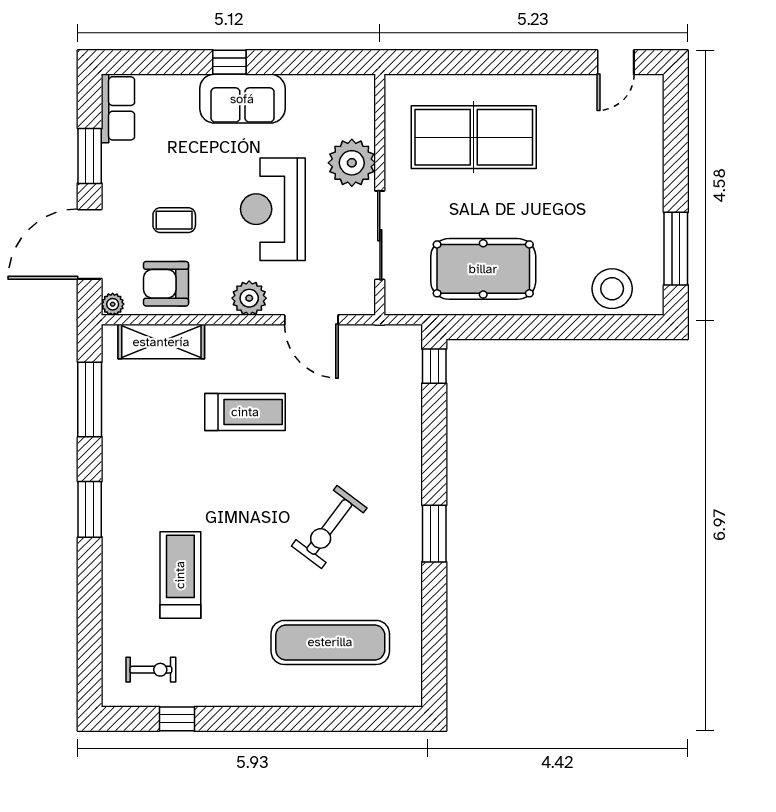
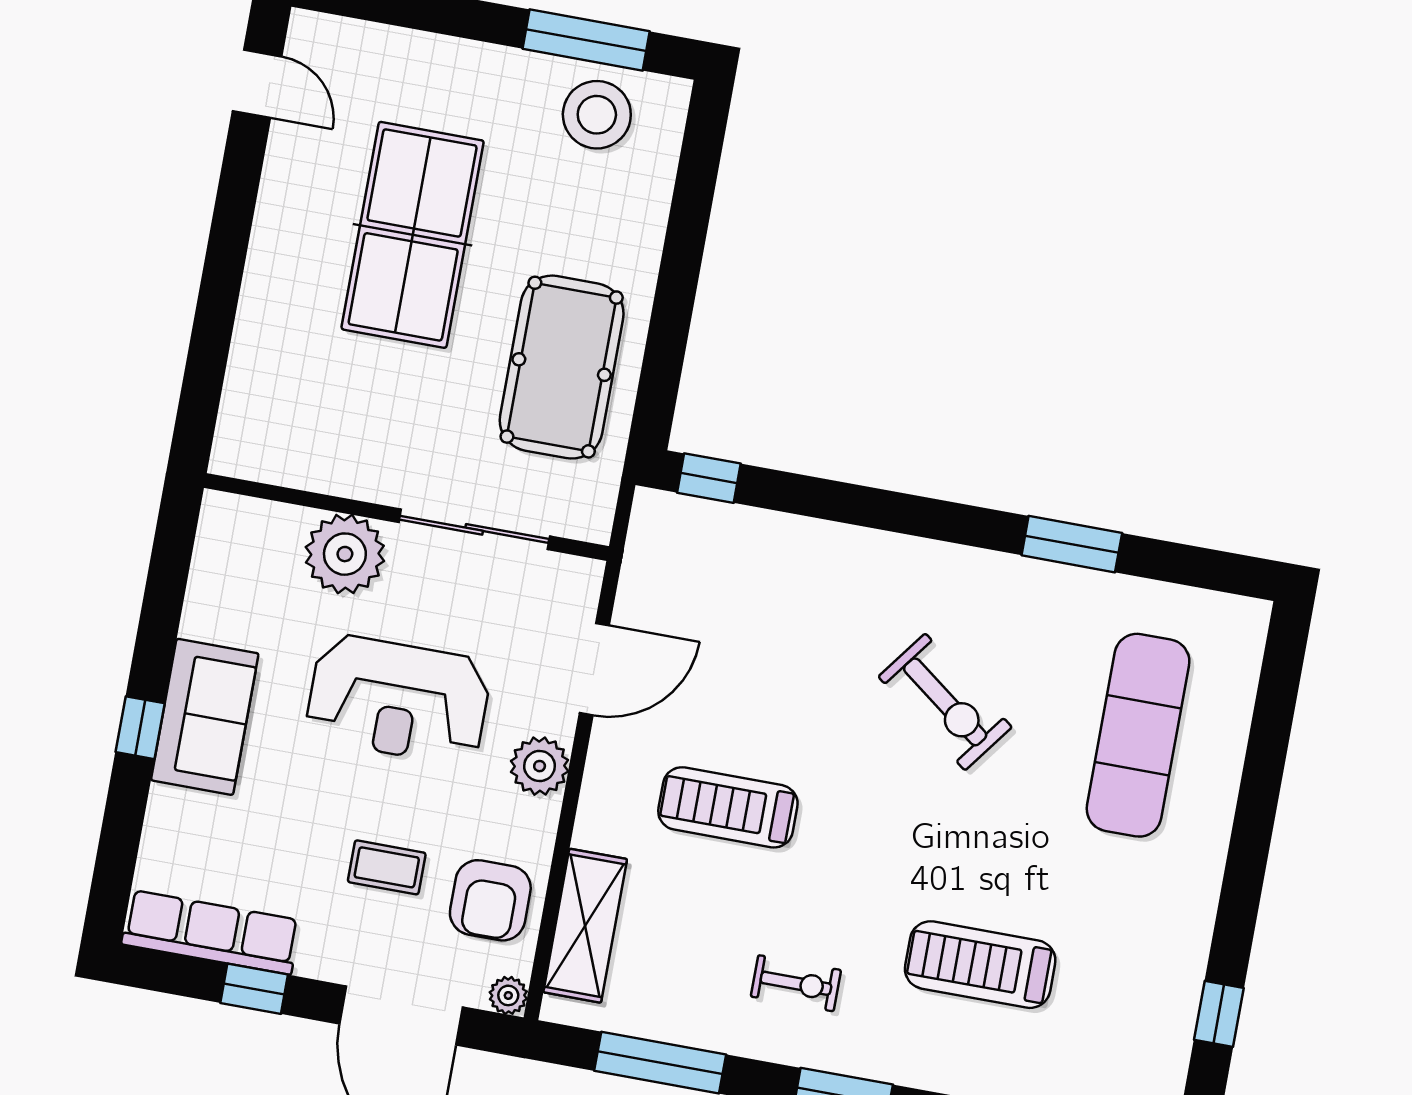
row of seats: (118, 108) -> (211, 932), width x1.48
table tennis table: (474, 137) -> (413, 235), moved
window: (90, 156) -> (254, 989), width x0.67
coffee table: (174, 220) -> (387, 867), turned 90
stool: (612, 289) -> (597, 115), moved
treadmill: (245, 412) -> (728, 807), turned -90
window: (434, 534) -> (1072, 544), moved
exercise bike: (151, 670) -> (796, 983), moved, turned 90

